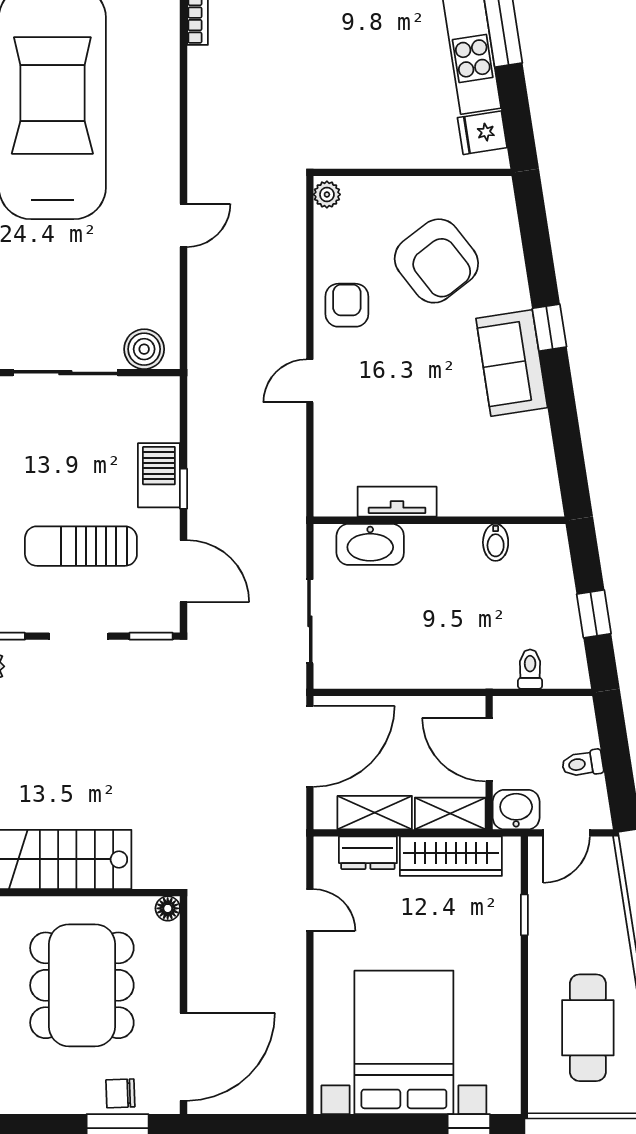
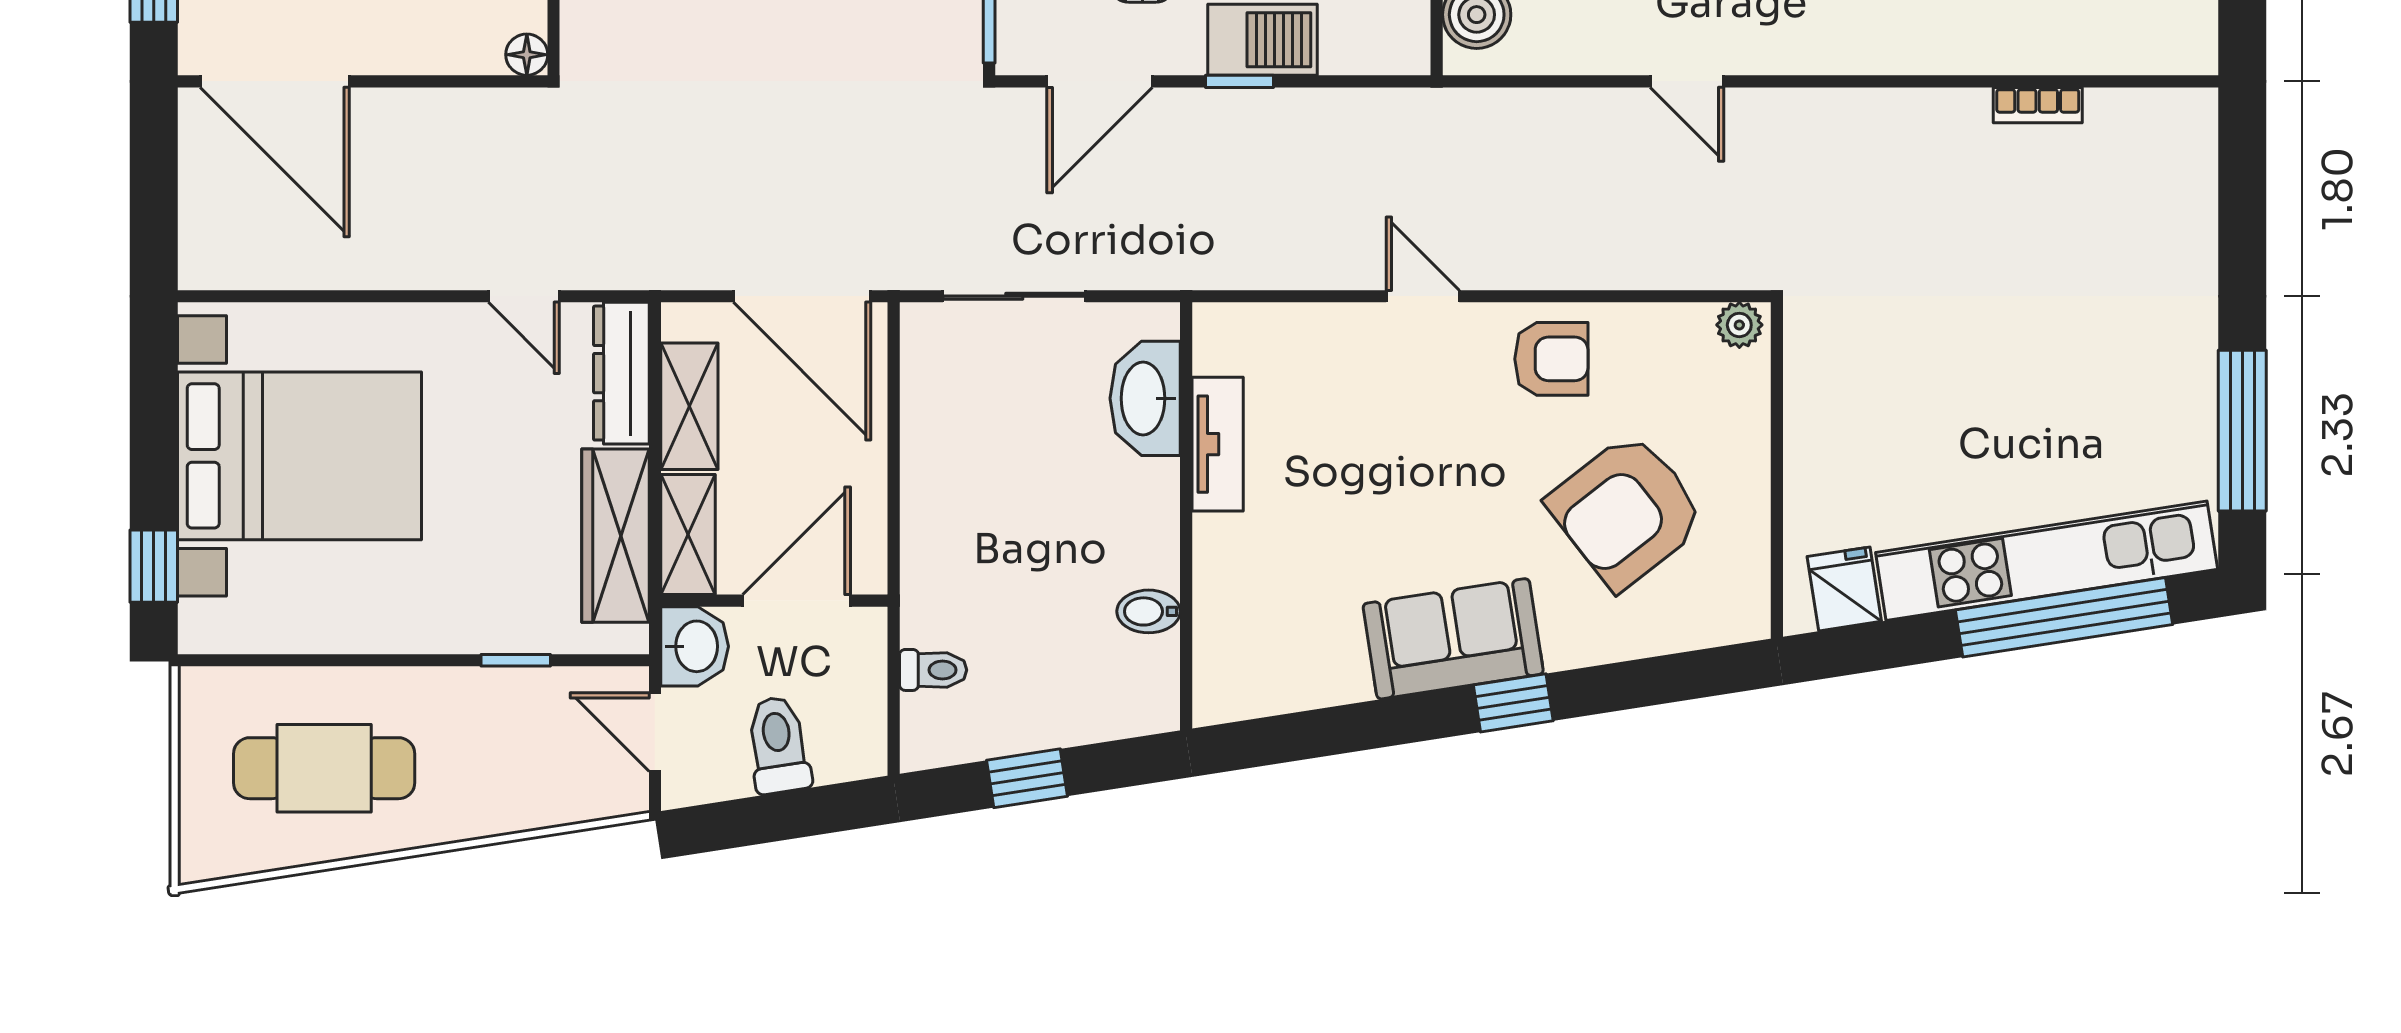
toilet: (583, 764) -> (778, 745), width x1.37, depth x1.39
dresser: (368, 853) -> (621, 373), width x1.44
door: (310, 910) -> (524, 296), hinge flipped

